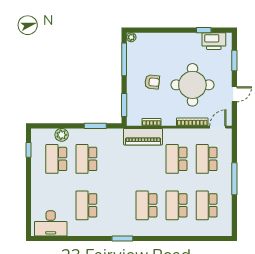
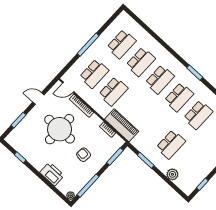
printer: (214, 41) -> (52, 174), moved
school desk: (56, 159) -> (179, 97), moved

